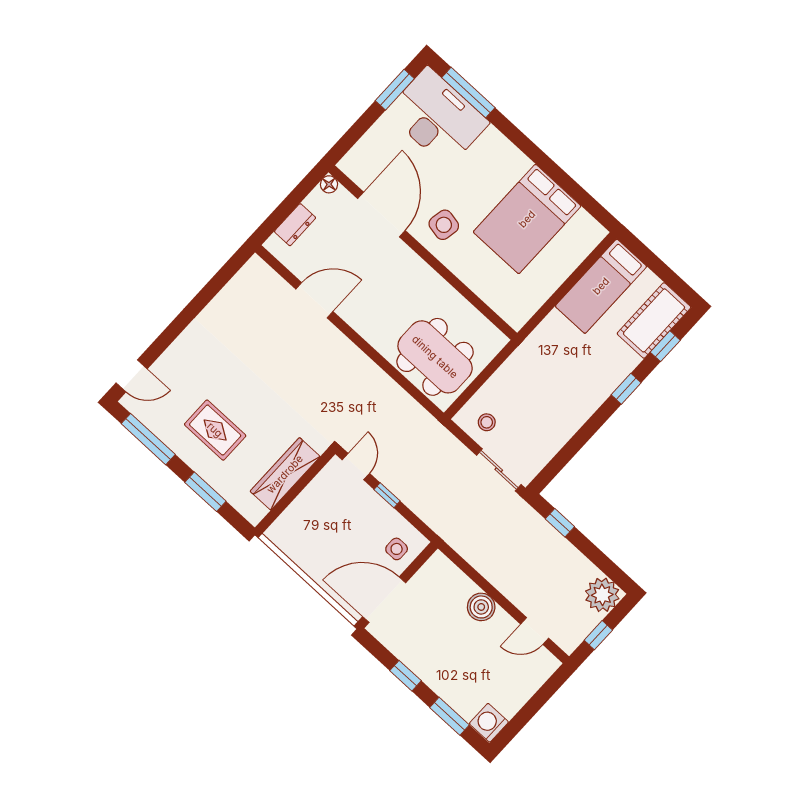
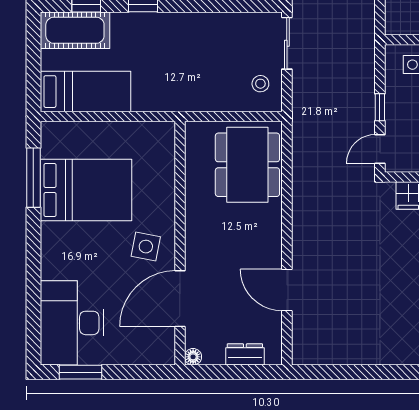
window: (468, 93) -> (33, 178), moved

